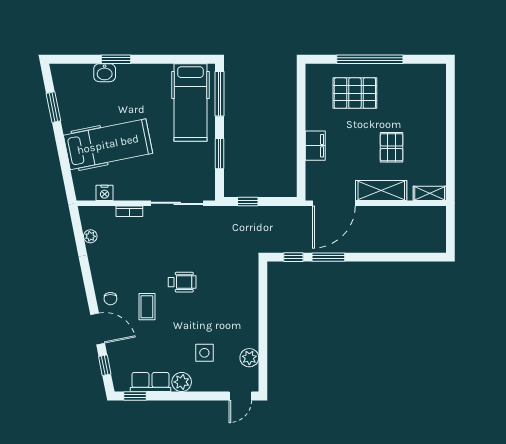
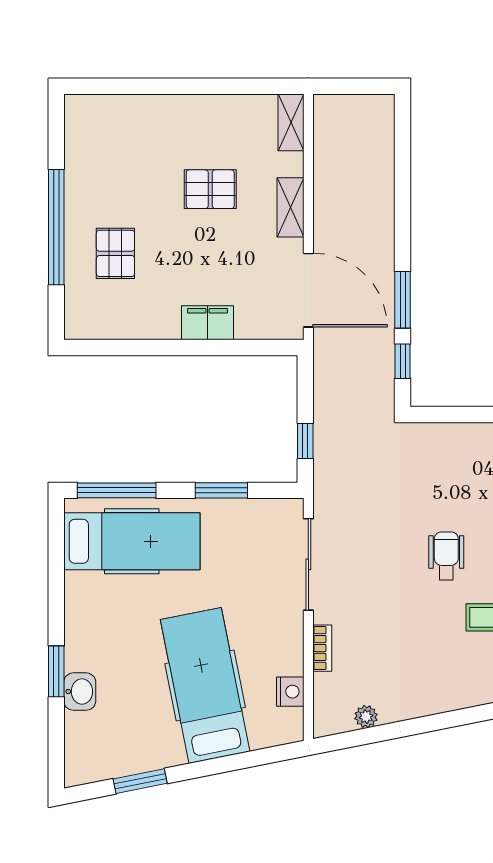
pallet: (355, 93) -> (115, 253), width x0.67, depth x0.71
shelving: (381, 191) -> (290, 207), width x0.67, depth x0.75
chair: (110, 299) -> (475, 681), removed

